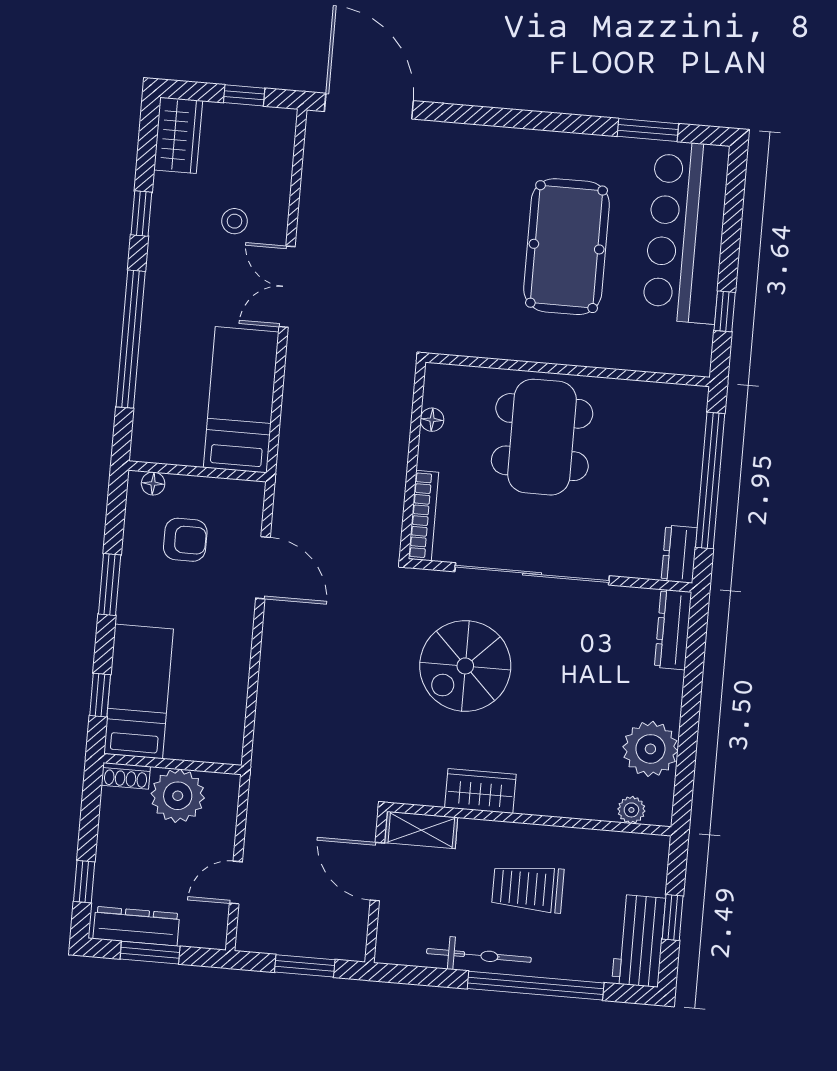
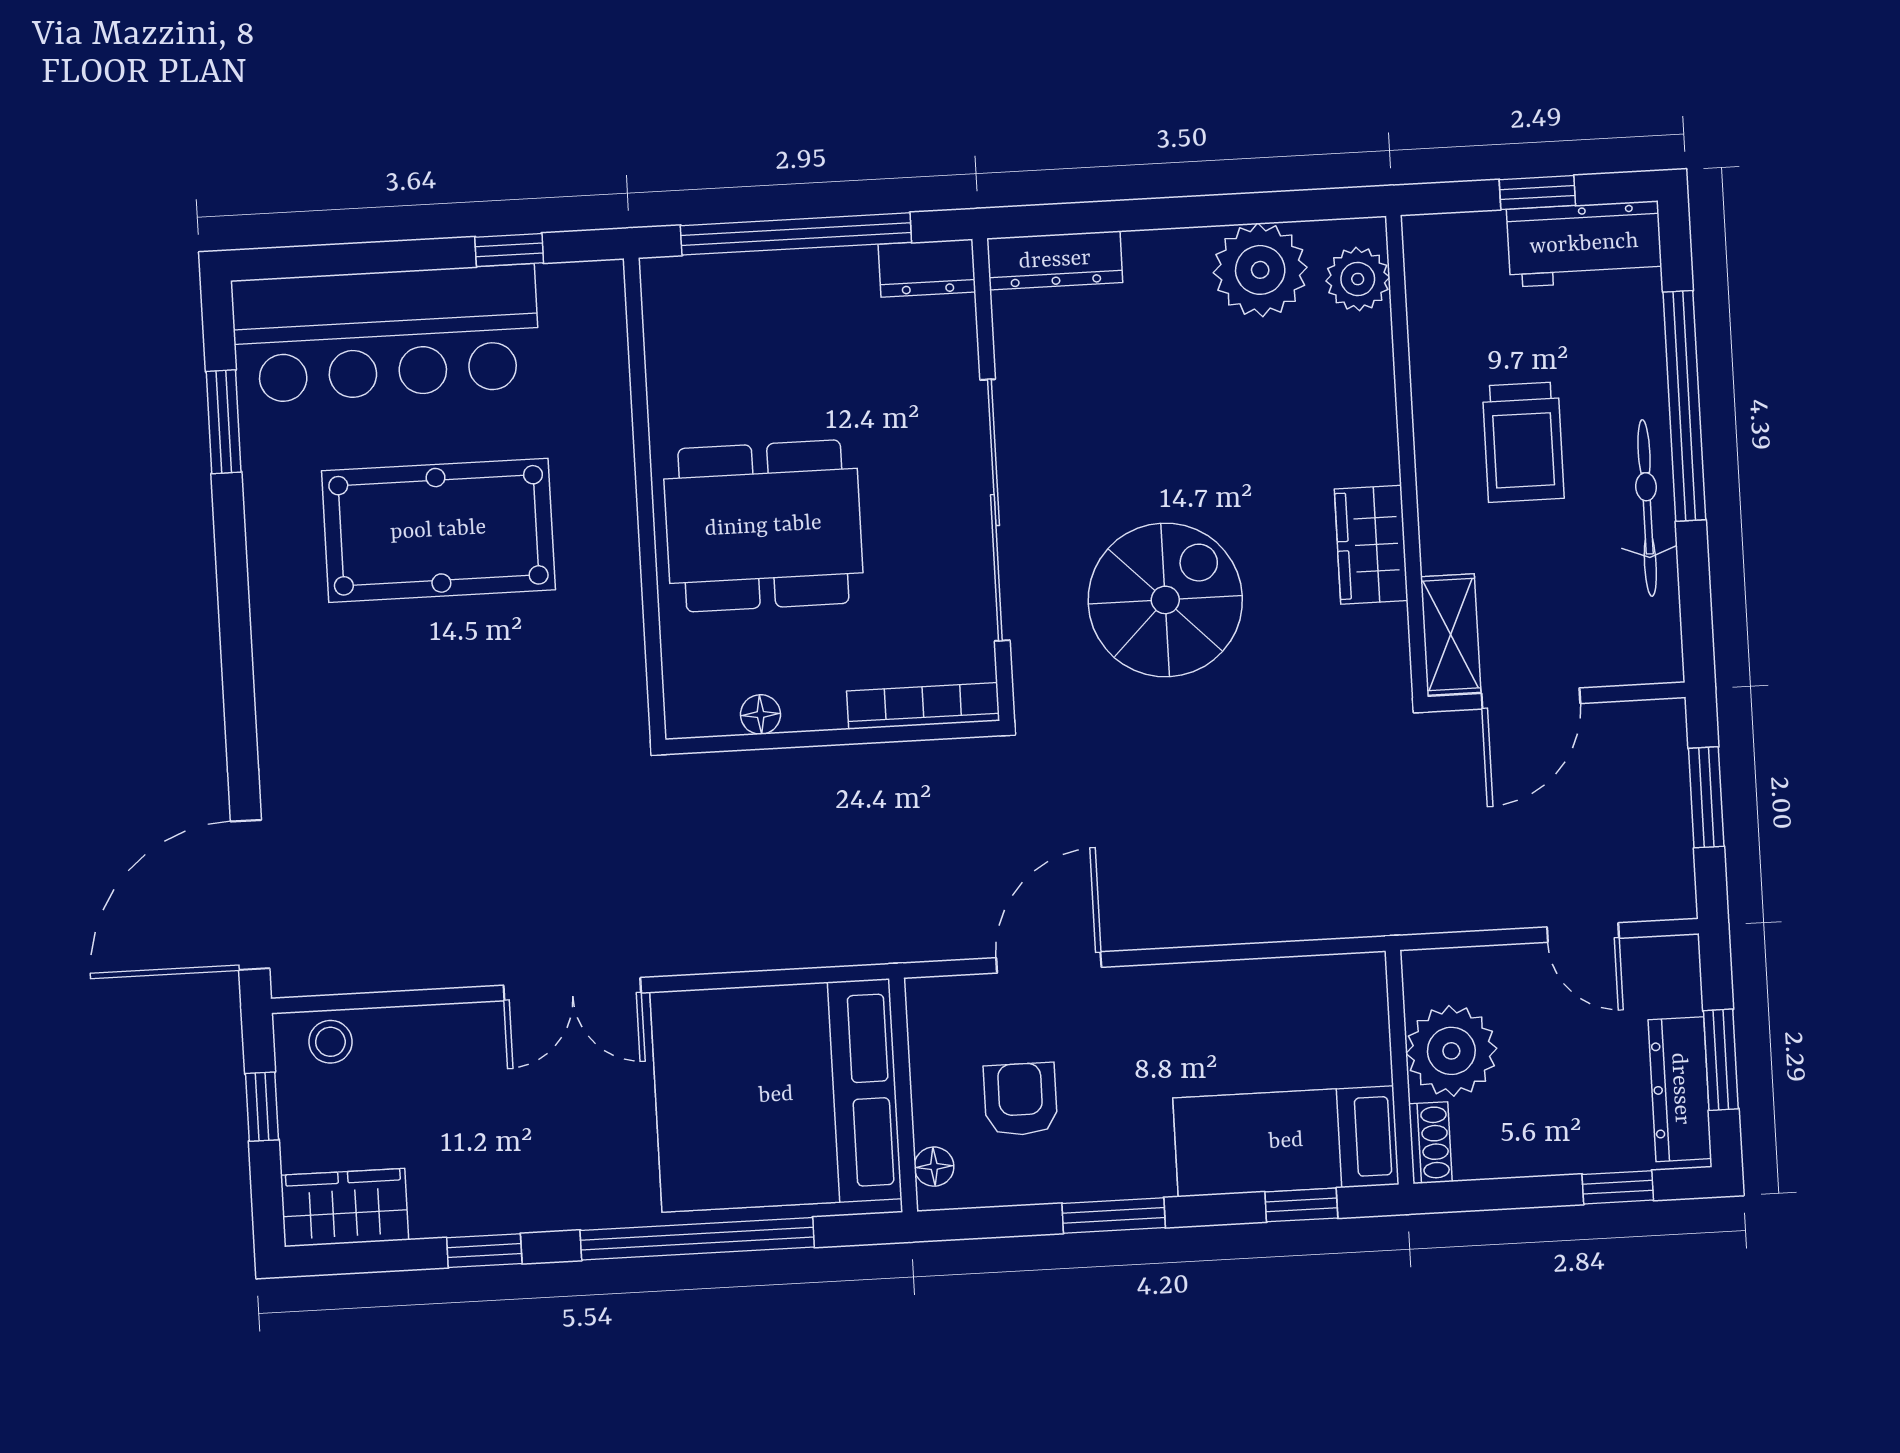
stool: (235, 221) -> (330, 1042), moved
bed: (241, 400) -> (776, 1095), width x2.04
spiral stairs: (465, 666) -> (1165, 600), turned -90
plant: (631, 810) -> (1358, 279), width x1.38, depth x1.38

